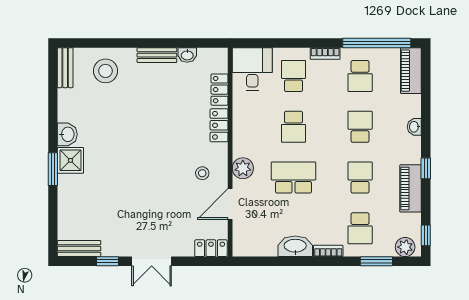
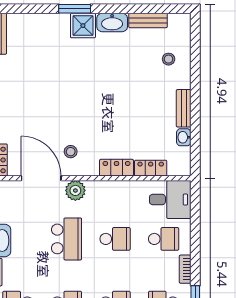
bench: (65, 68) -> (148, 20), moved
stool: (105, 71) -> (169, 59), width x0.53, depth x0.53
school desk: (293, 127) -> (115, 239), turned 180
washbasin: (67, 134) -> (112, 22), width x1.38
door: (230, 204) -> (41, 178), width x1.36

